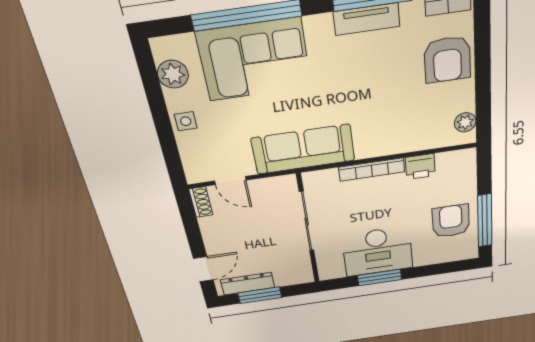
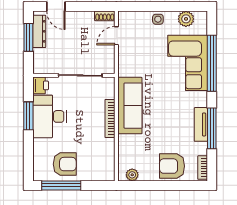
sofa: (303, 149) -> (130, 106), moved
printer: (420, 167) -> (41, 85), moved, turned 180

